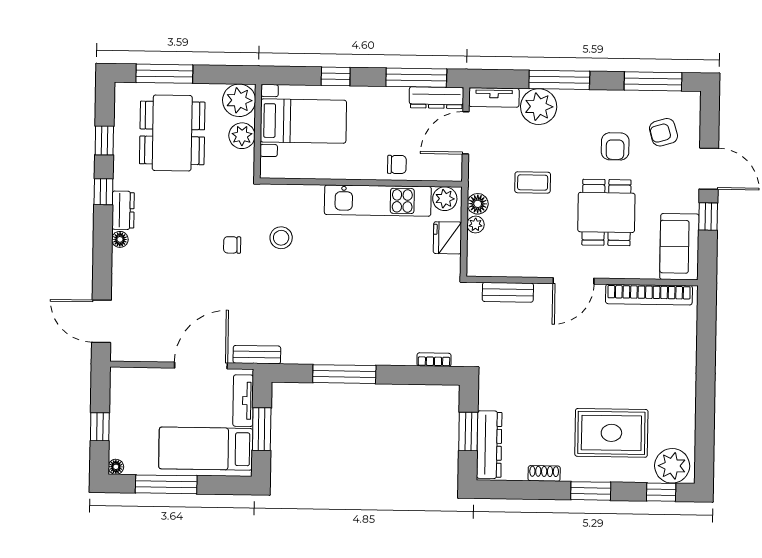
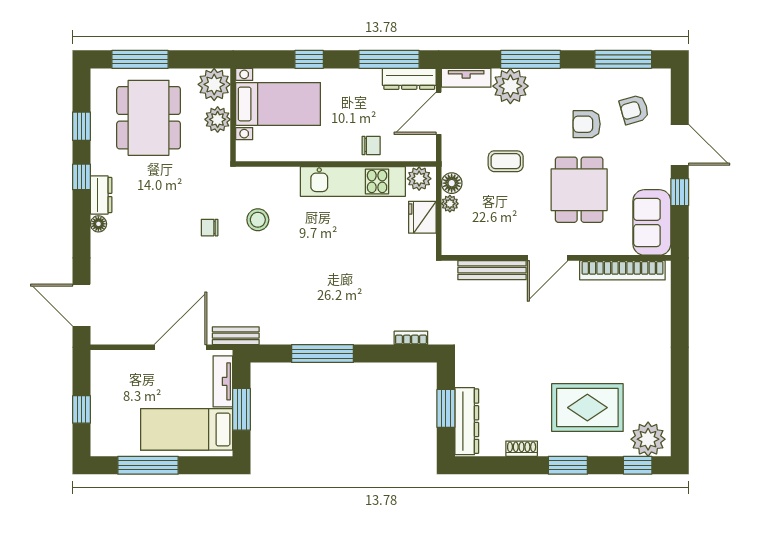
armchair: (615, 146) -> (587, 124), turned 90
bench: (508, 292) -> (492, 270), width x1.36
floor lamp: (116, 467) -> (98, 449), removed

